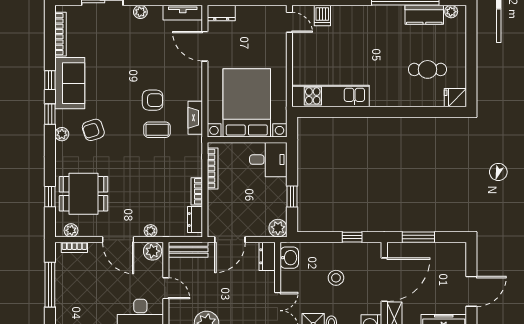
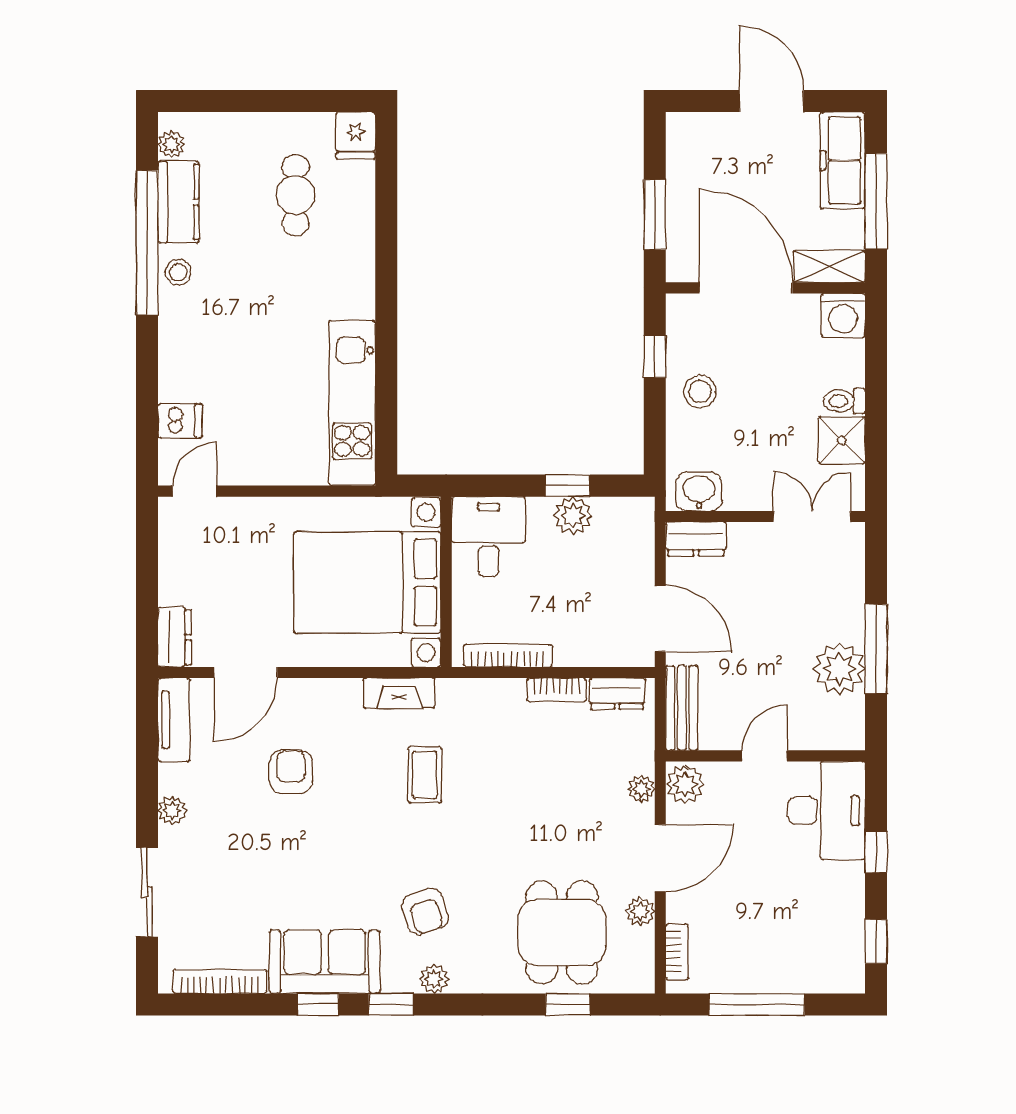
stool: (391, 15) -> (178, 272), added
armchair: (153, 100) -> (291, 772), moved
plant: (278, 228) -> (573, 516), moved
plant: (71, 230) -> (640, 911), moved
stool: (336, 278) -> (700, 392), moved

